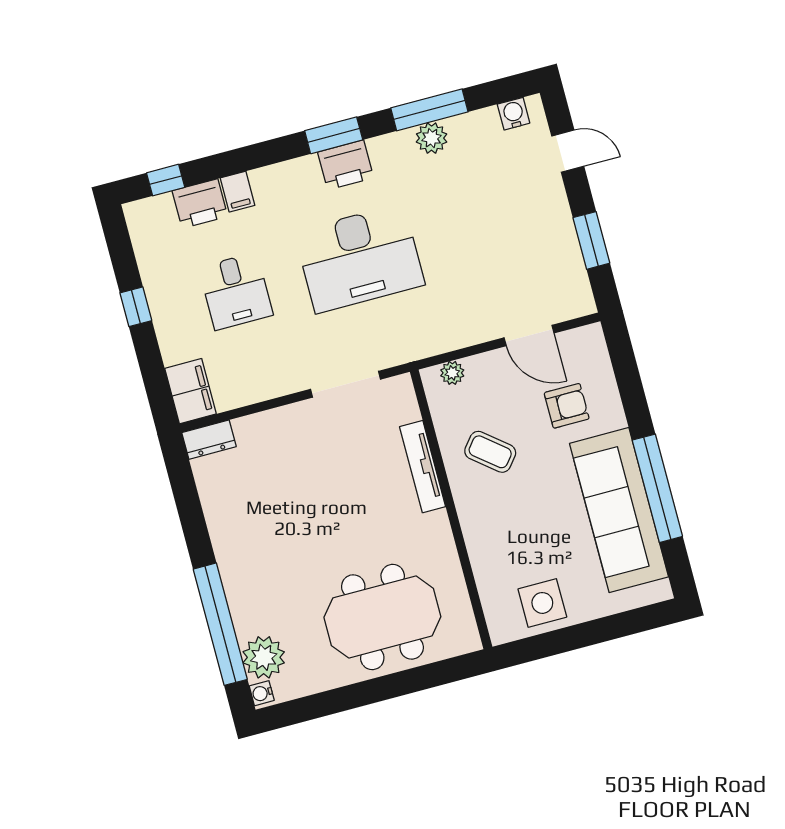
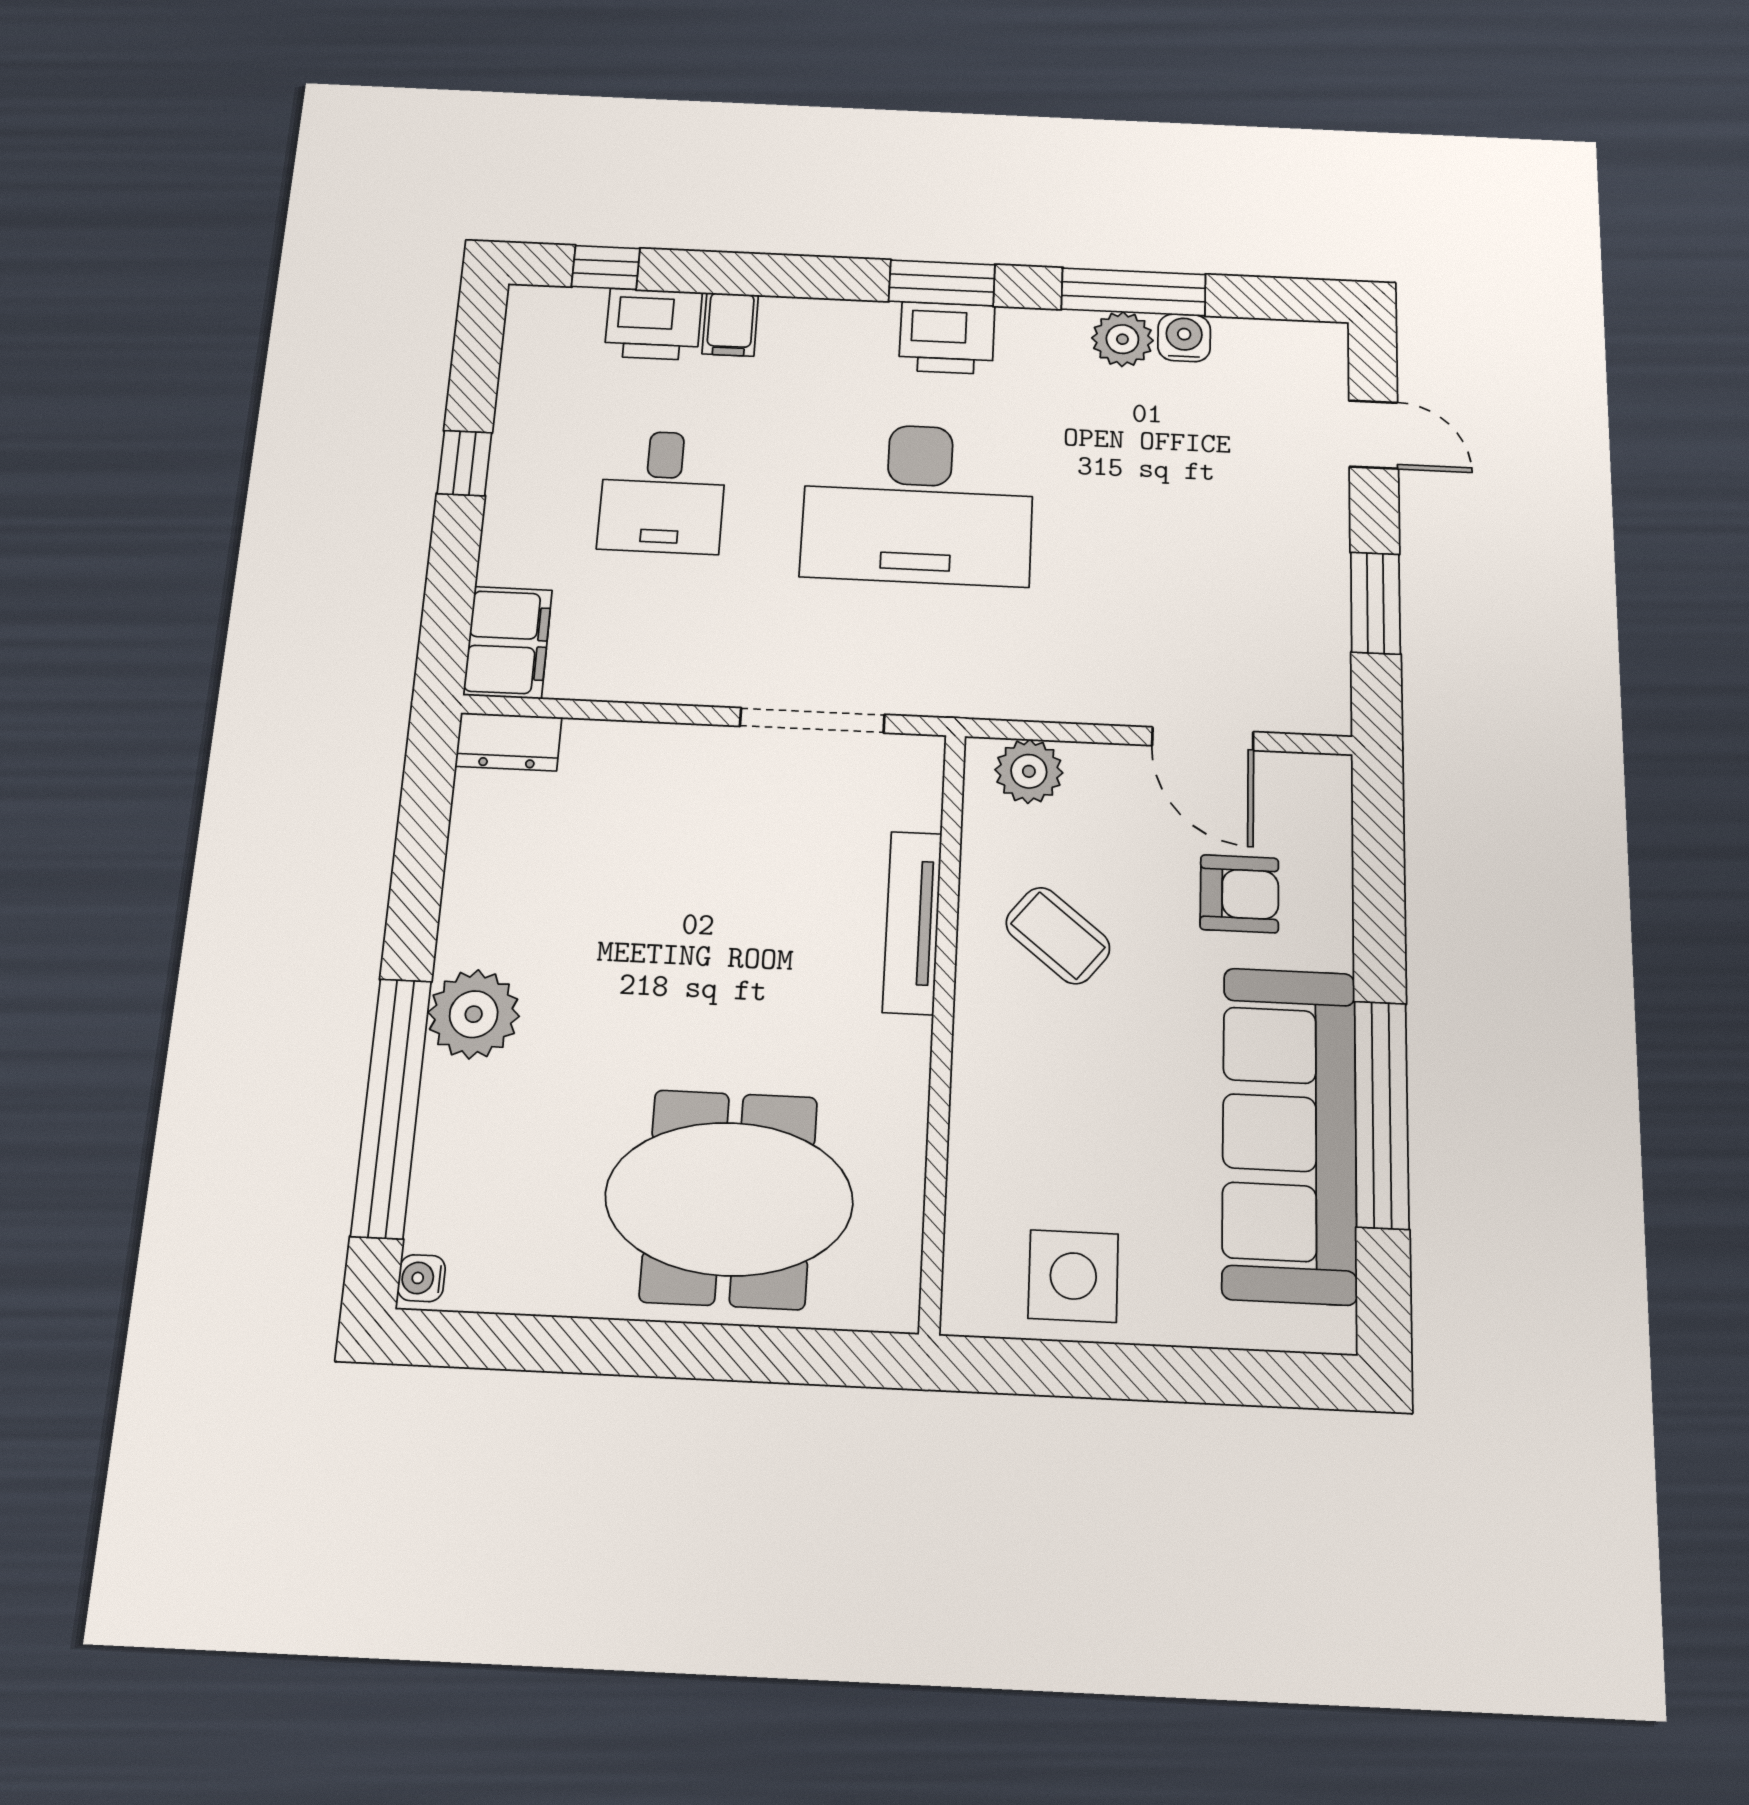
water cooler: (514, 114) -> (1184, 338), moved
plant: (452, 373) -> (1029, 771), width x1.38, depth x1.38
plant: (264, 657) -> (474, 1014), moved

